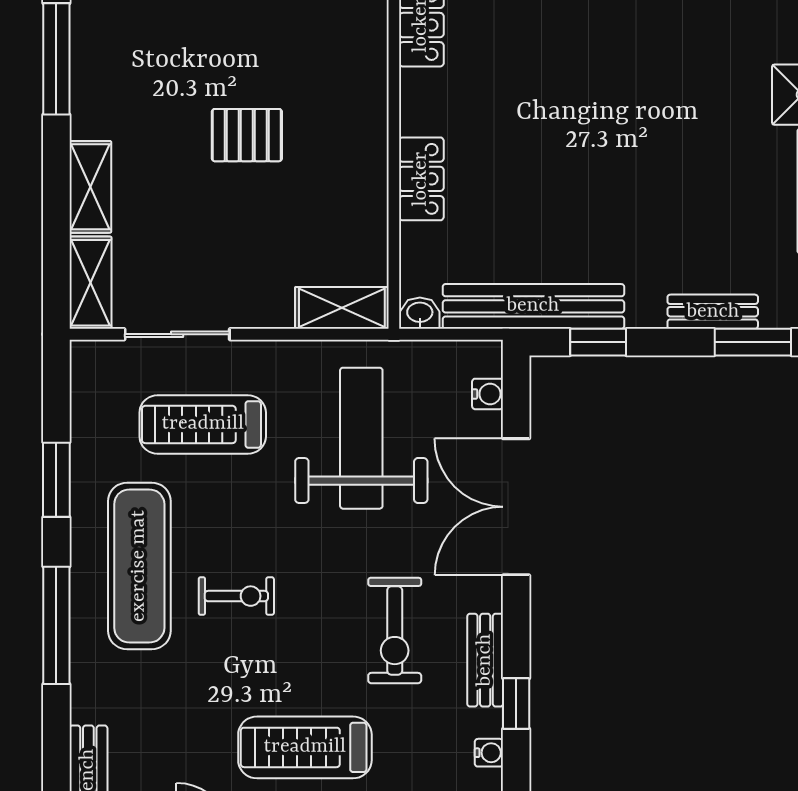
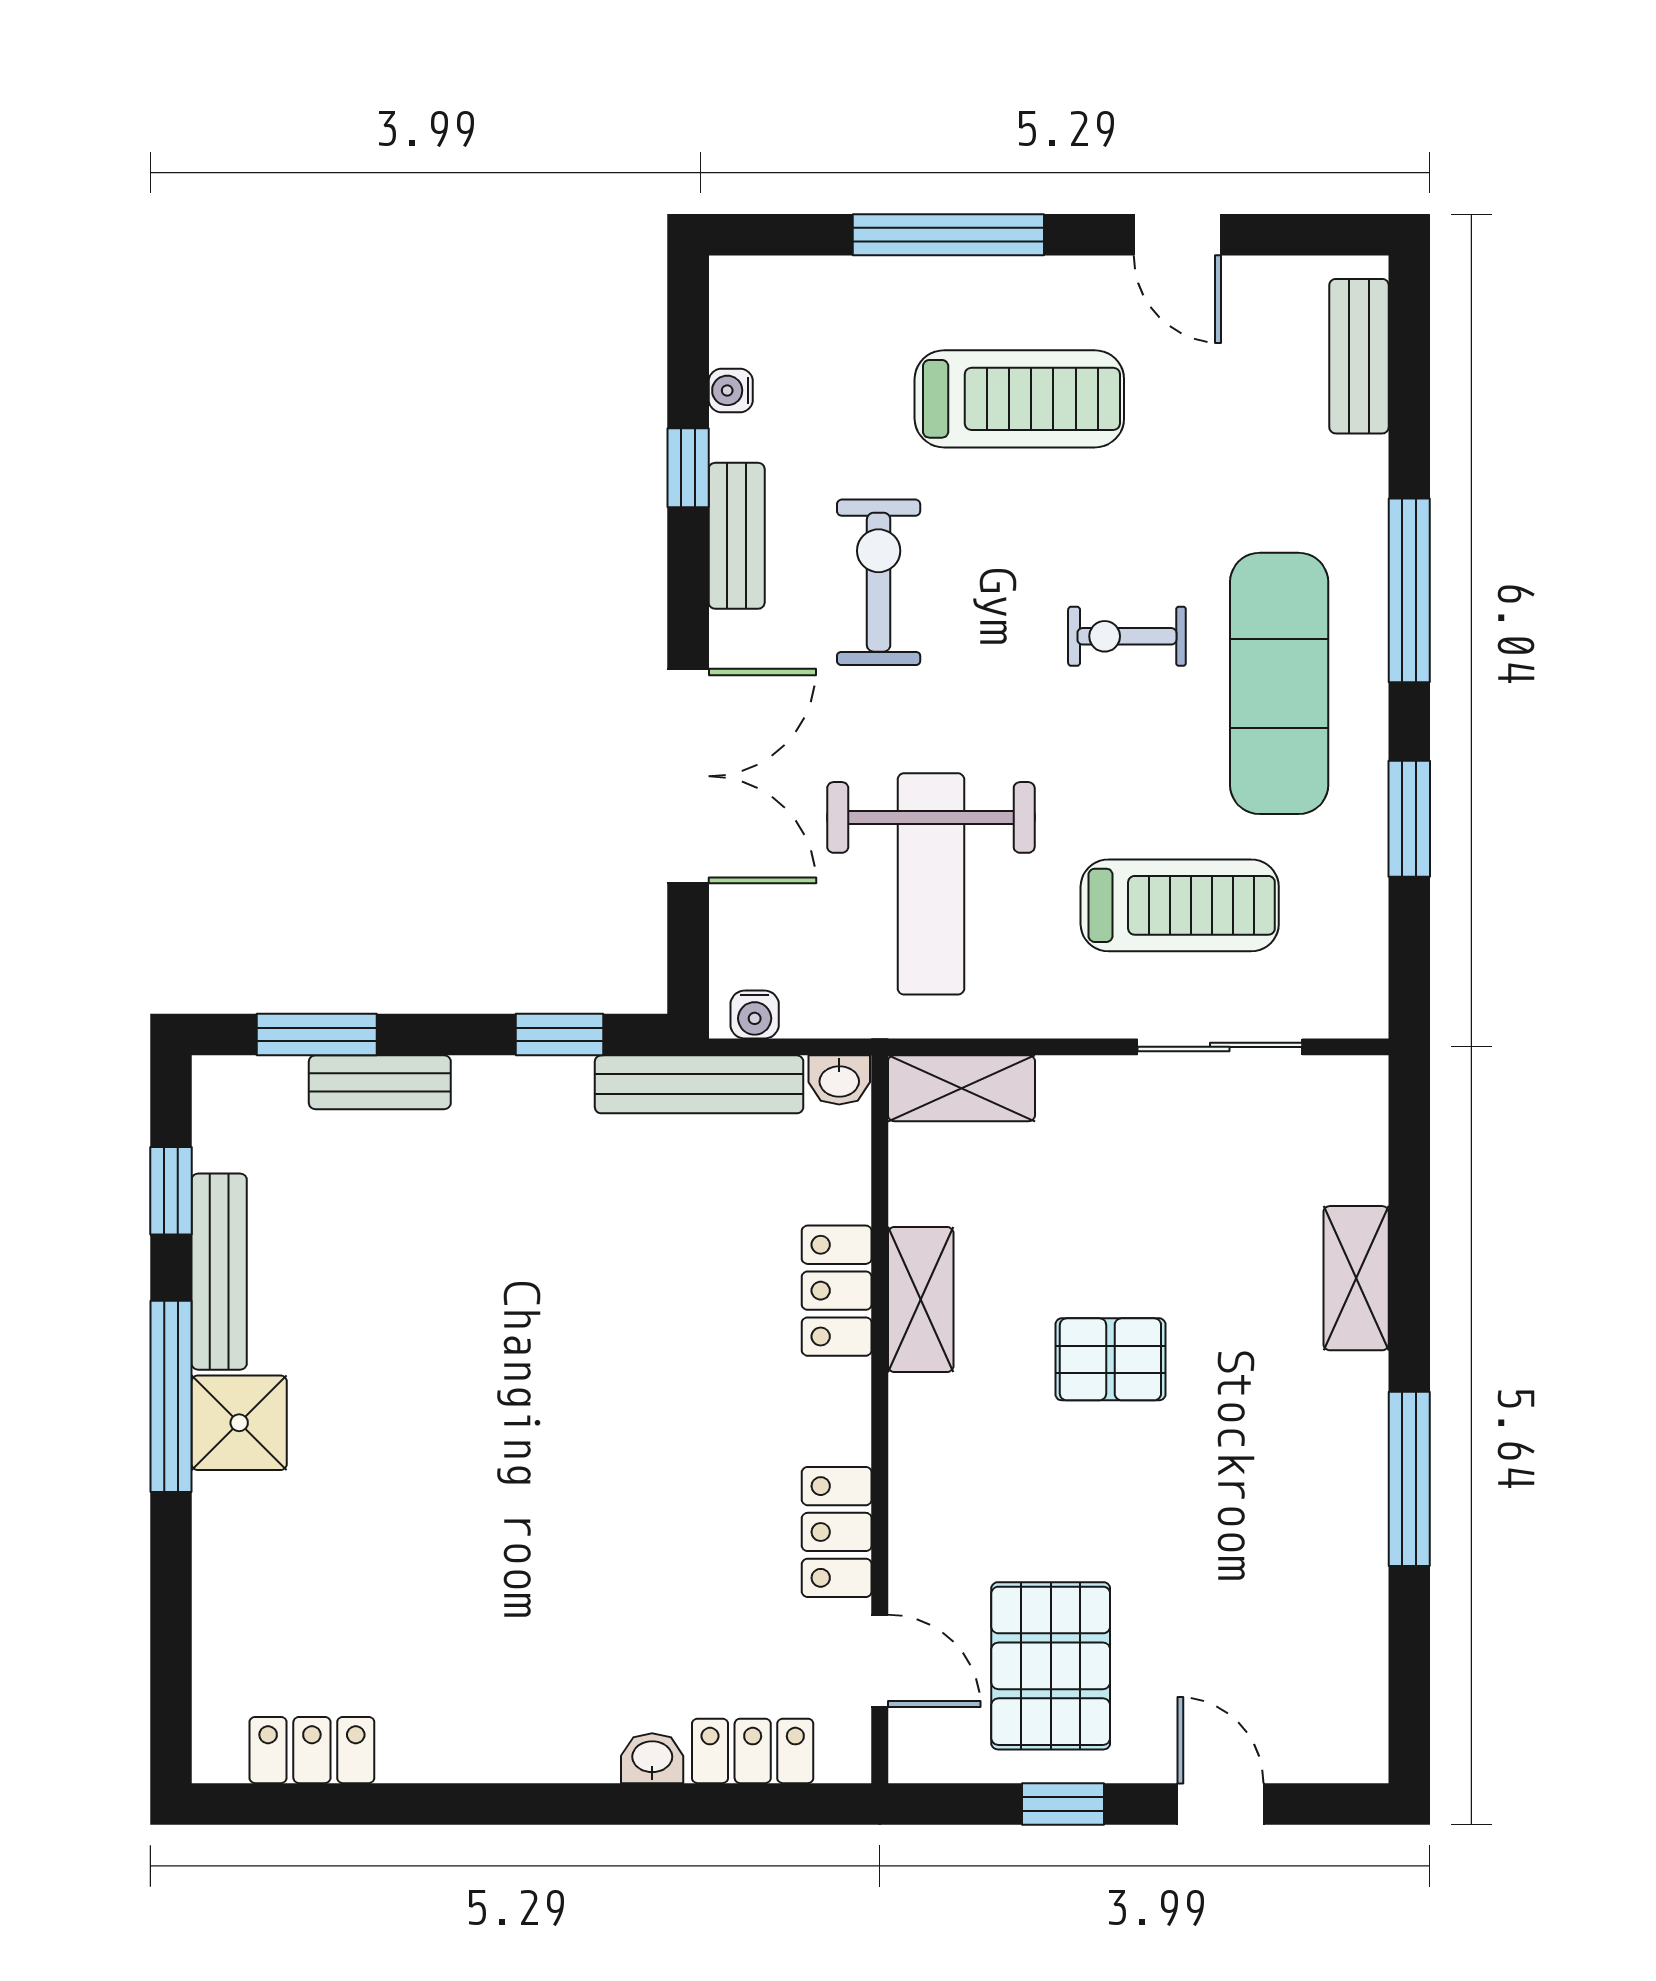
shelving: (90, 283) -> (921, 1300), moved
bench: (533, 306) -> (699, 1084), width x0.73, depth x0.82
water cooler: (488, 394) -> (755, 1015), moved, turned -90

